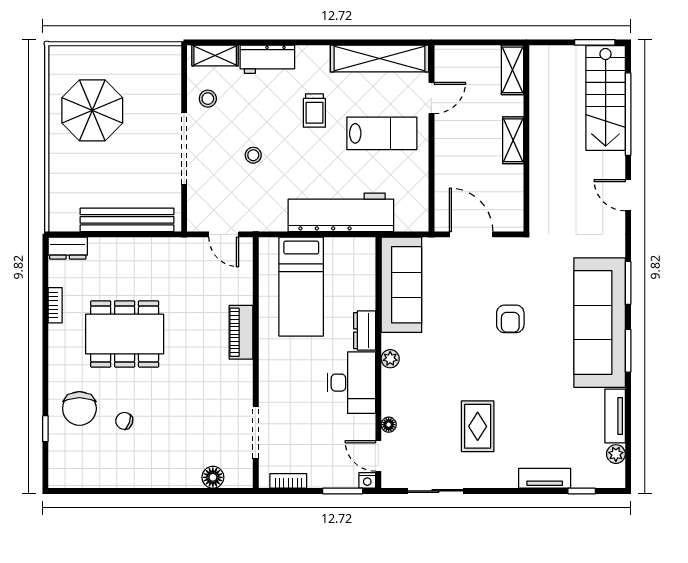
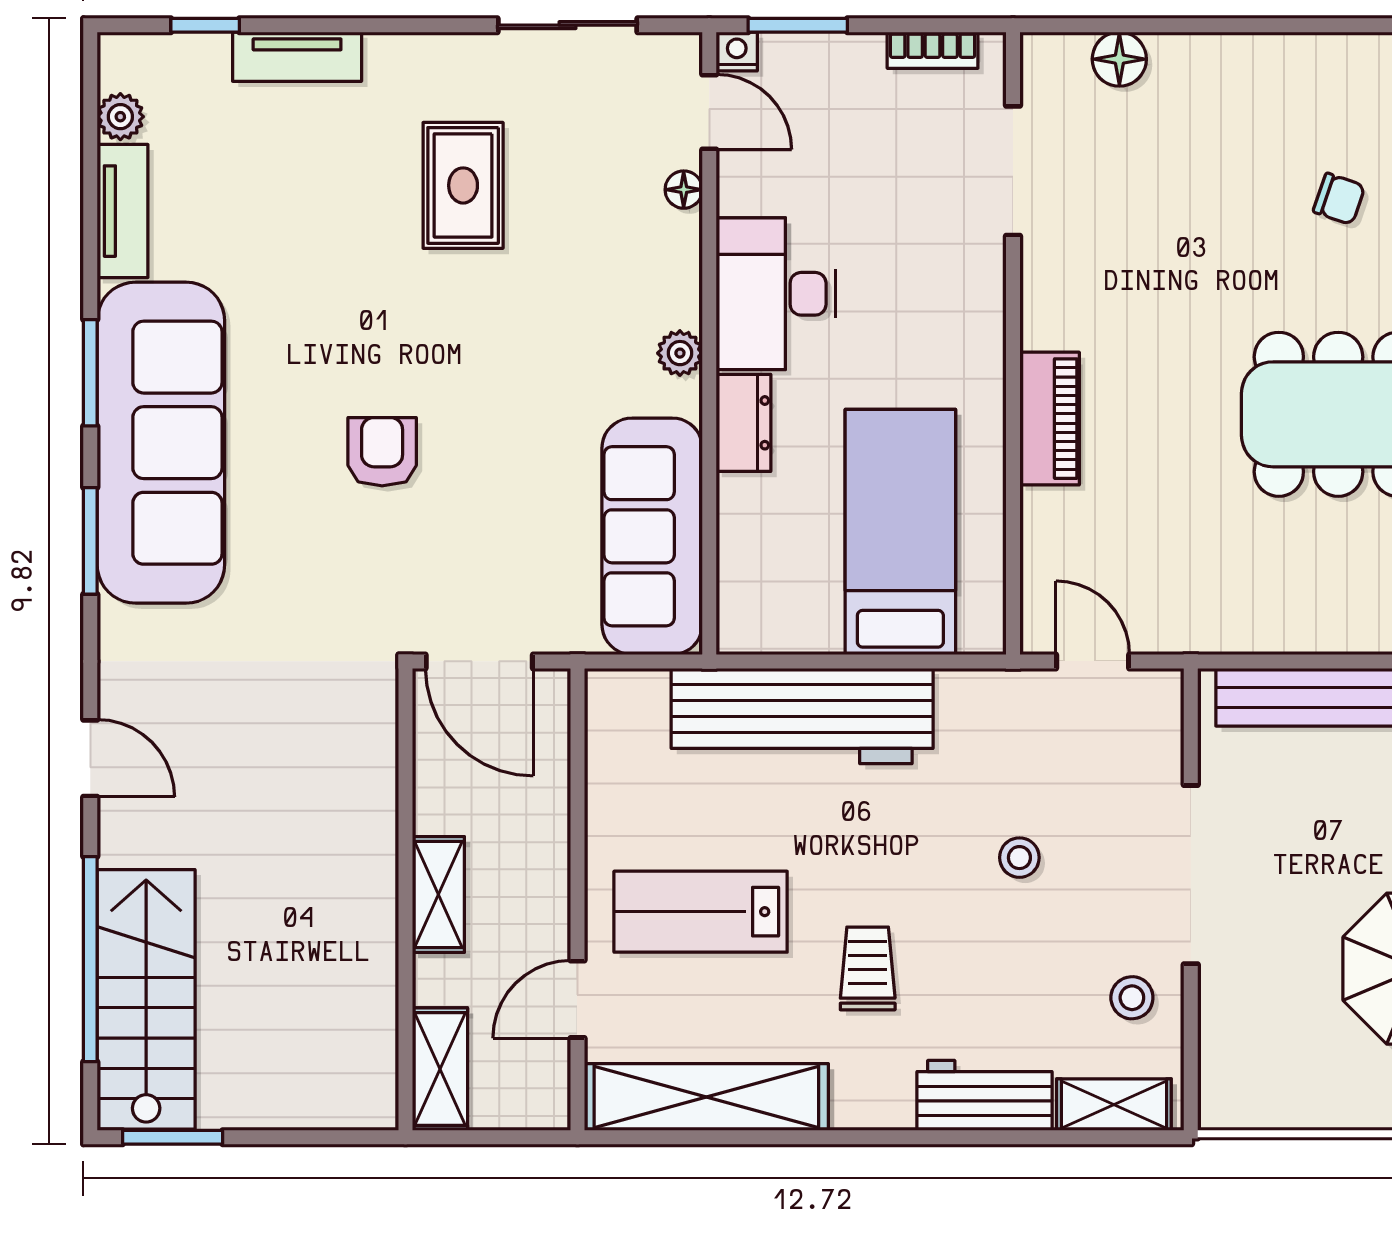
shelving: (512, 70) -> (440, 1069), moved
wall: (526, 138) -> (406, 899), moved
shelving: (513, 140) -> (438, 894), moved

